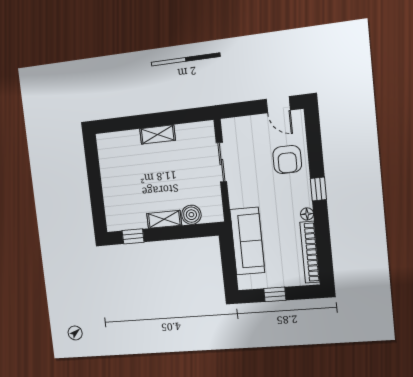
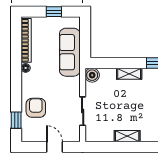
door: (278, 105) -> (54, 147), moved
window: (318, 189) -> (16, 120), moved
boiler: (191, 215) -> (92, 75), moved

